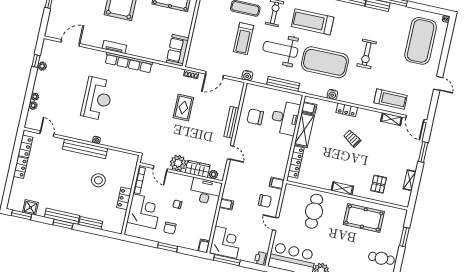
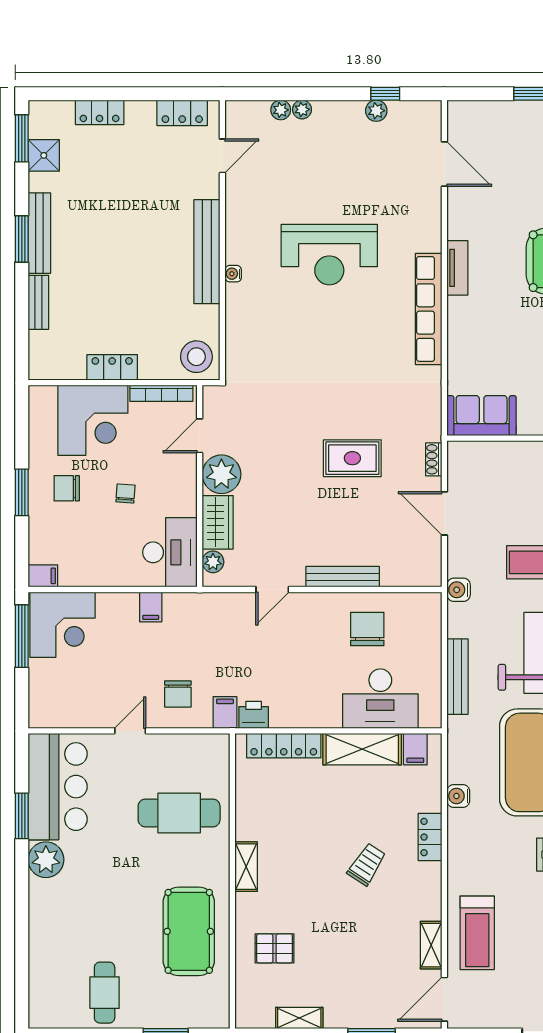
locker: (21, 168) -> (100, 112), moved
stool: (98, 180) -> (196, 357), moved
printer: (261, 259) -> (254, 715), moved

